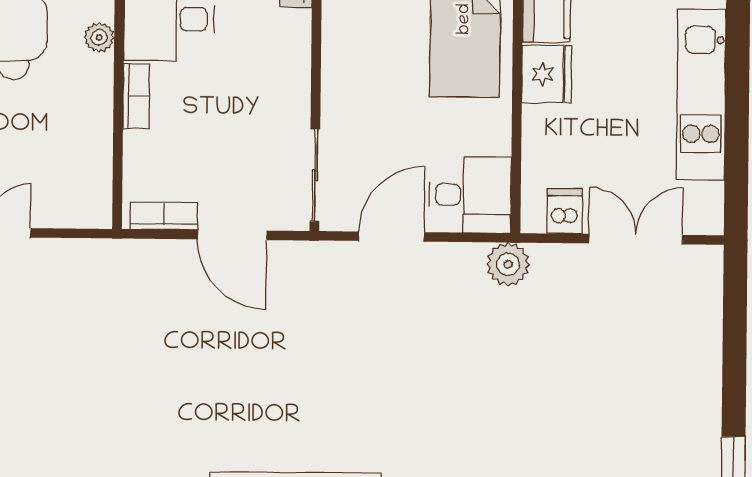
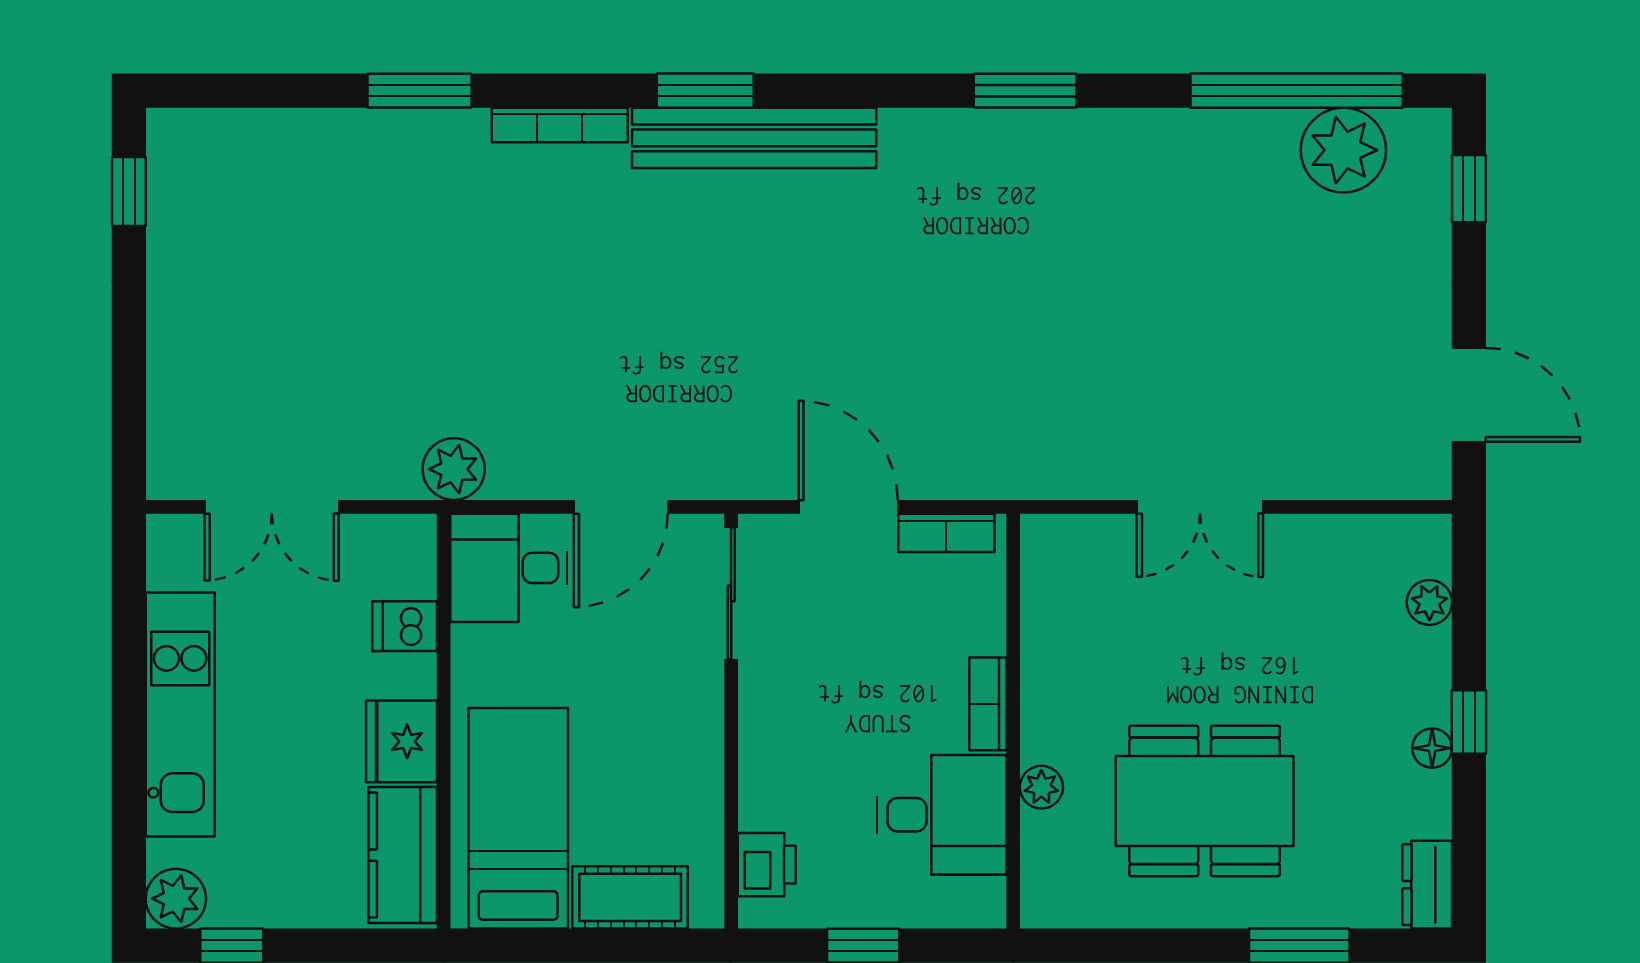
dishwasher: (565, 211) -> (405, 626), moved, turned 90

